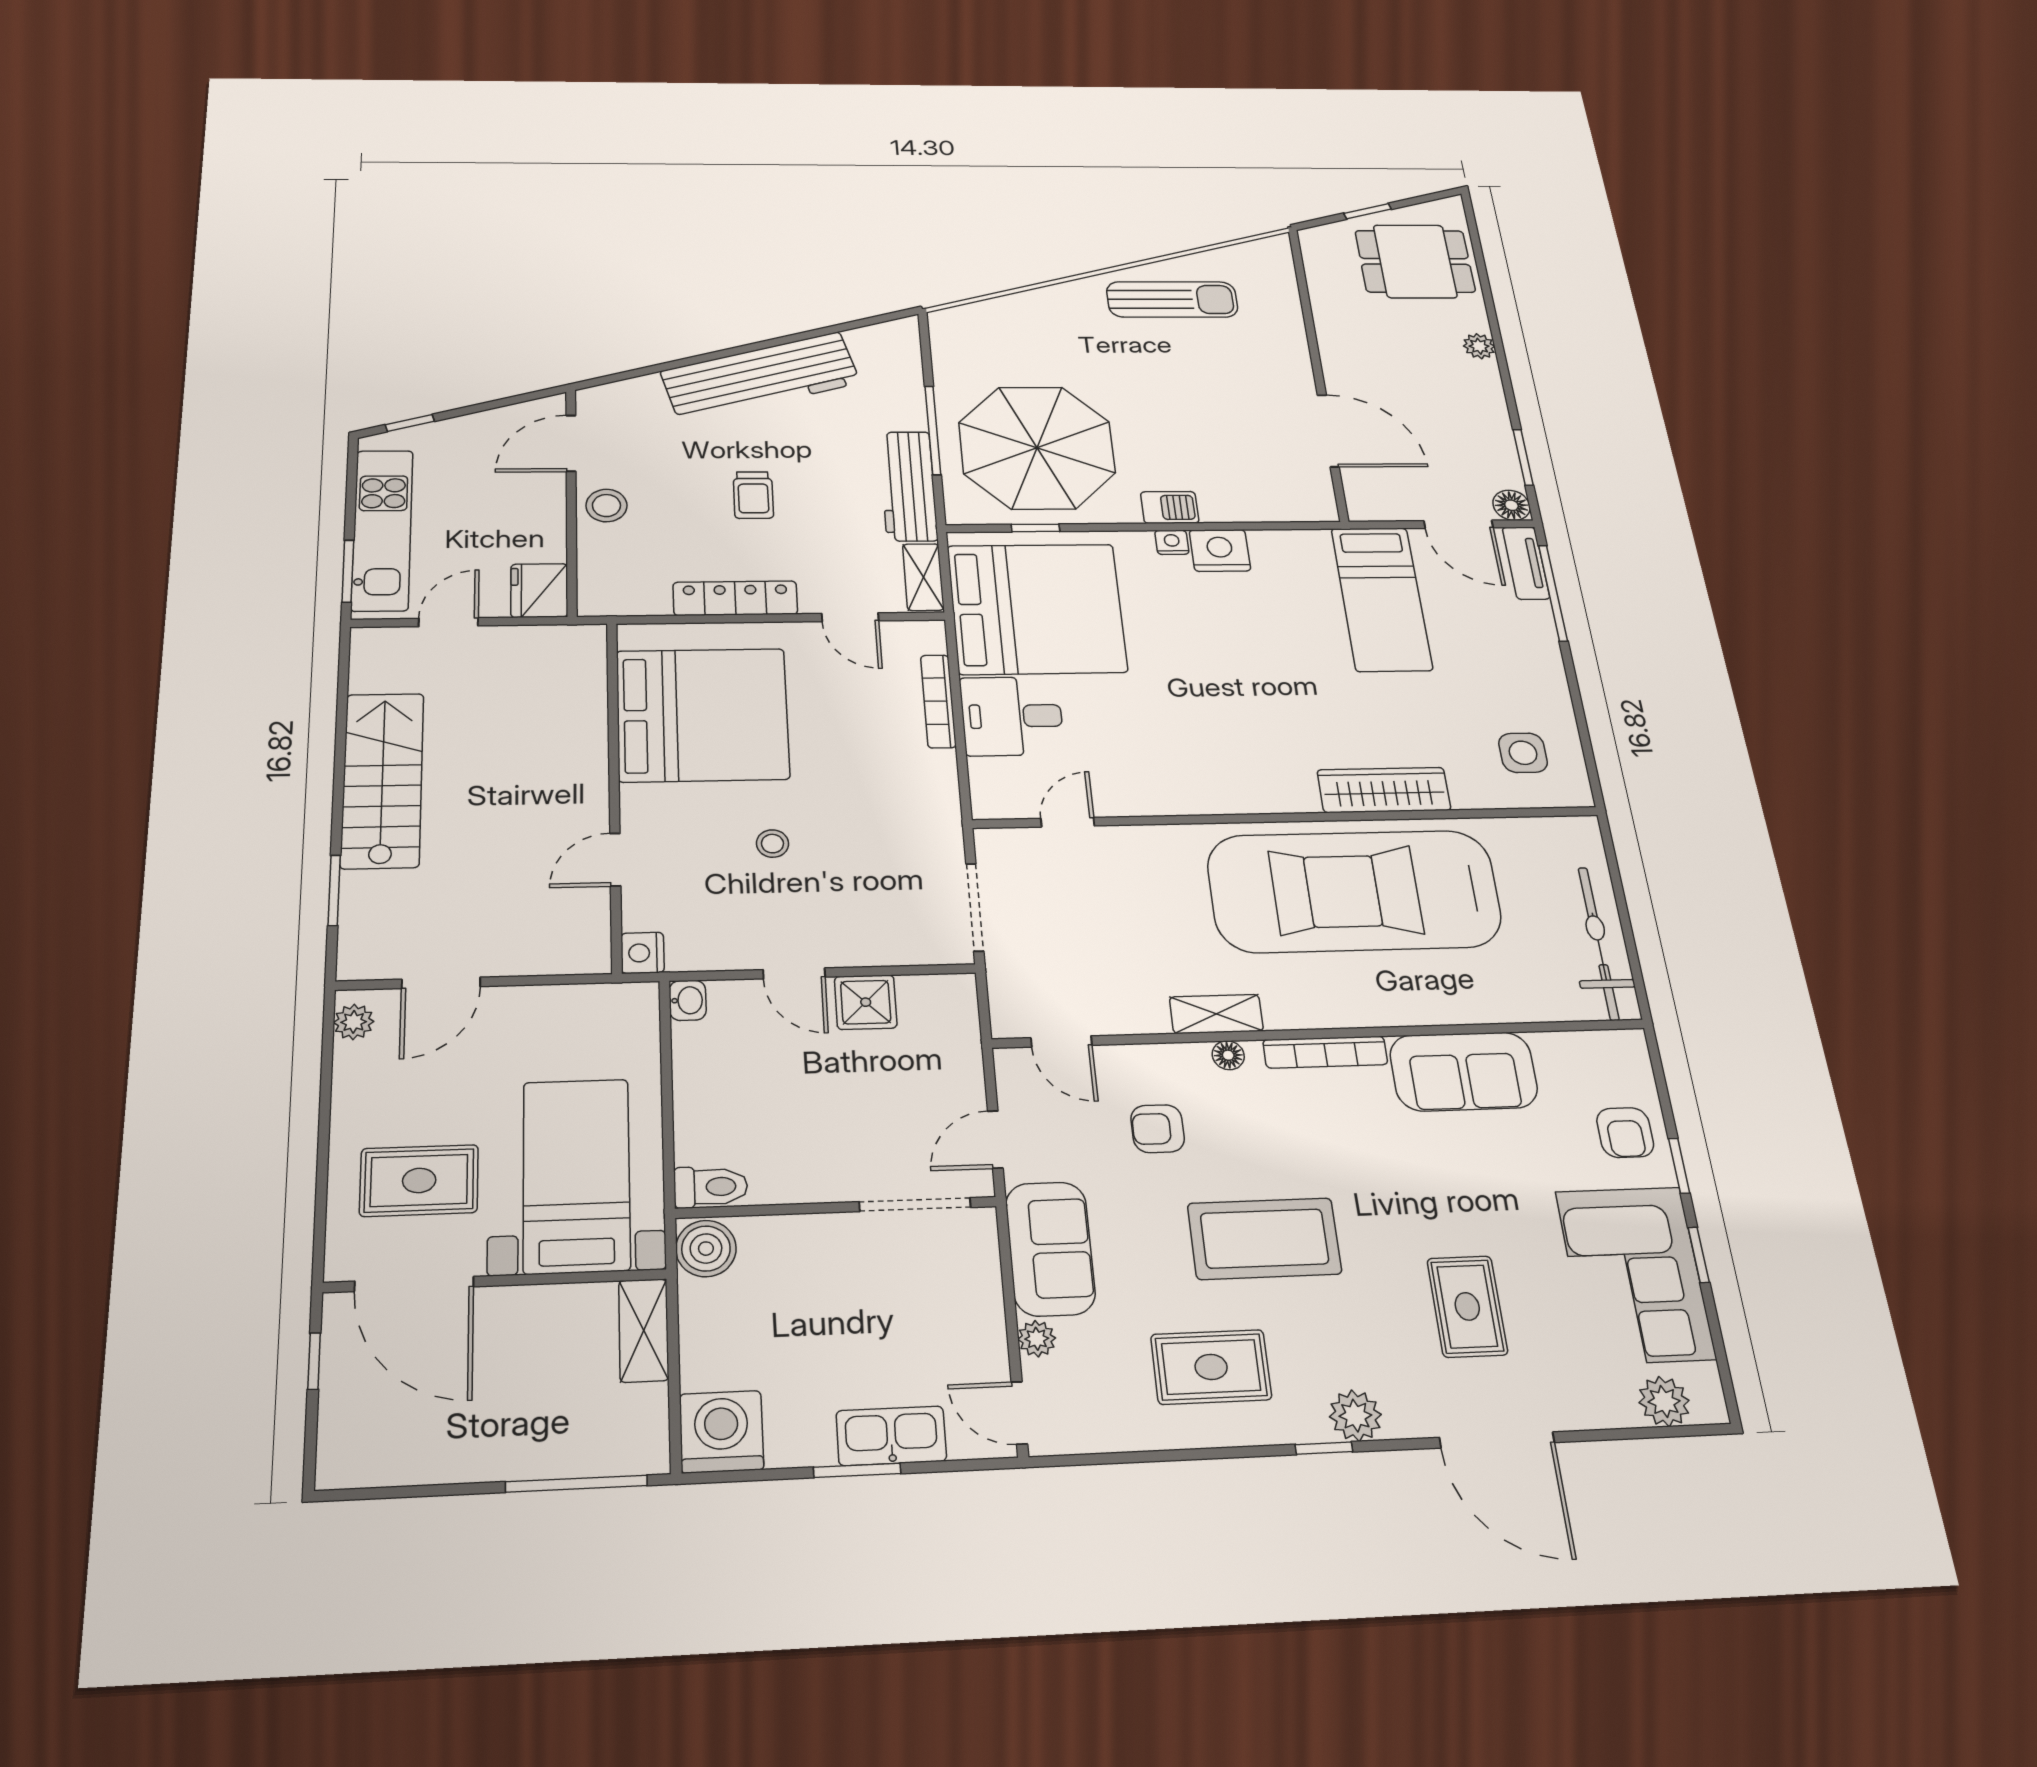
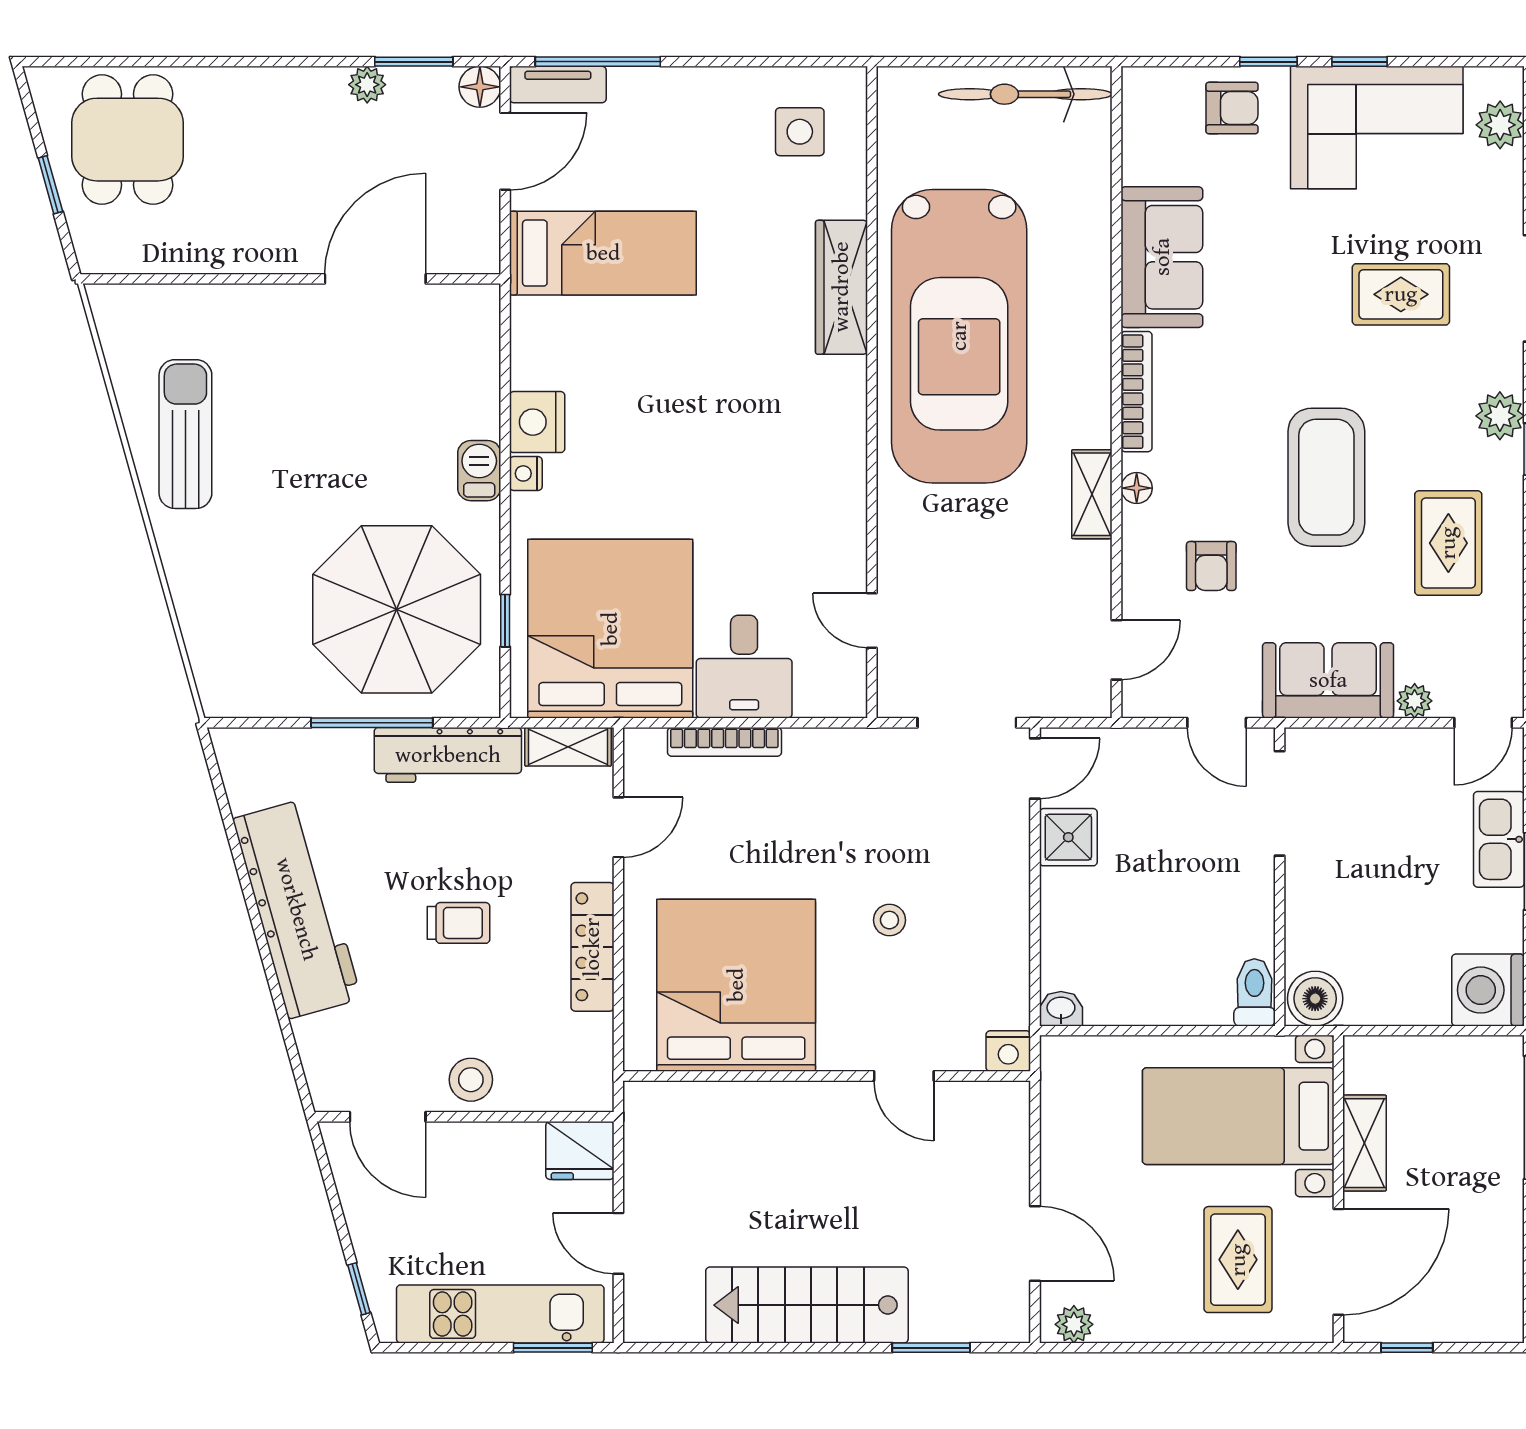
plant: (1479, 346) -> (367, 85), moved
door: (794, 973) -> (1035, 769), moved
shelving: (644, 1330) -> (1365, 1143), moved, turned 90

